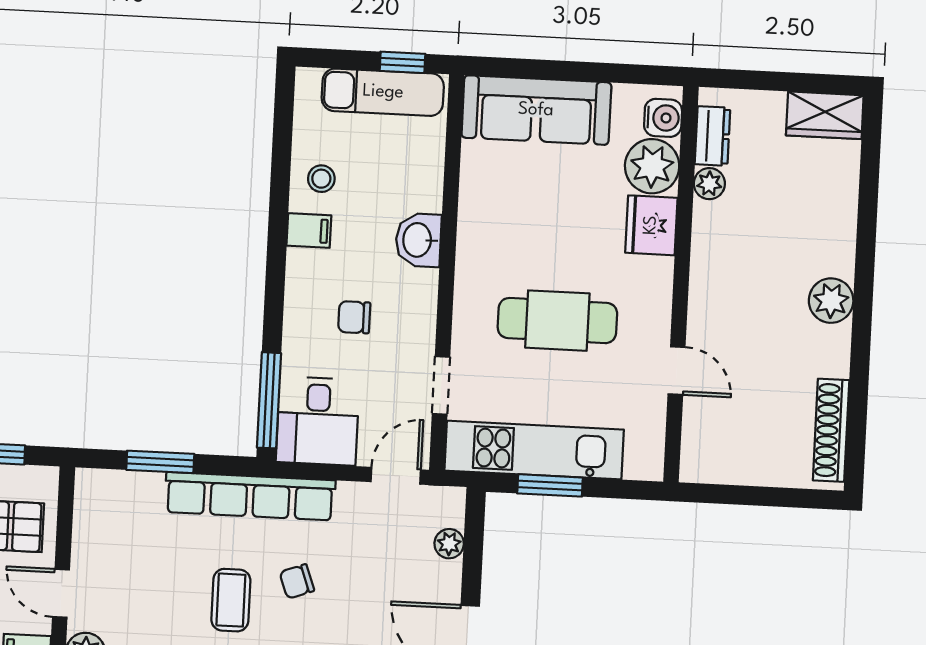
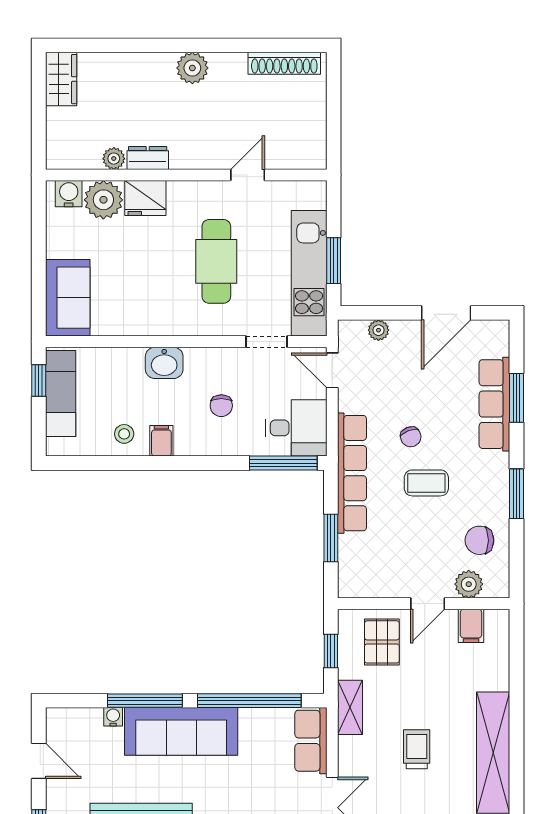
sofa: (536, 110) -> (68, 298), width x0.73
dresser: (713, 136) -> (148, 158), moved

